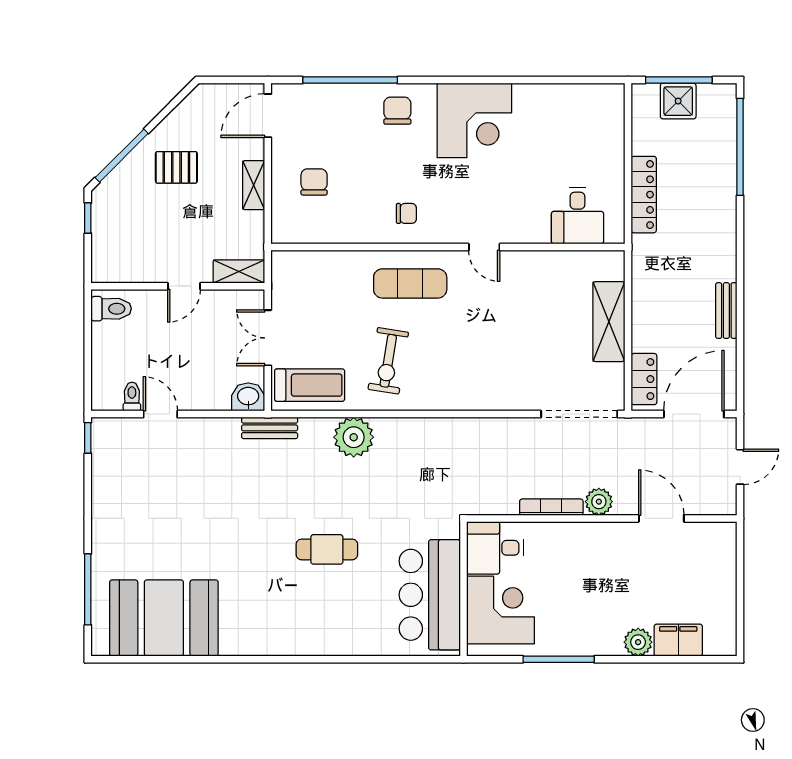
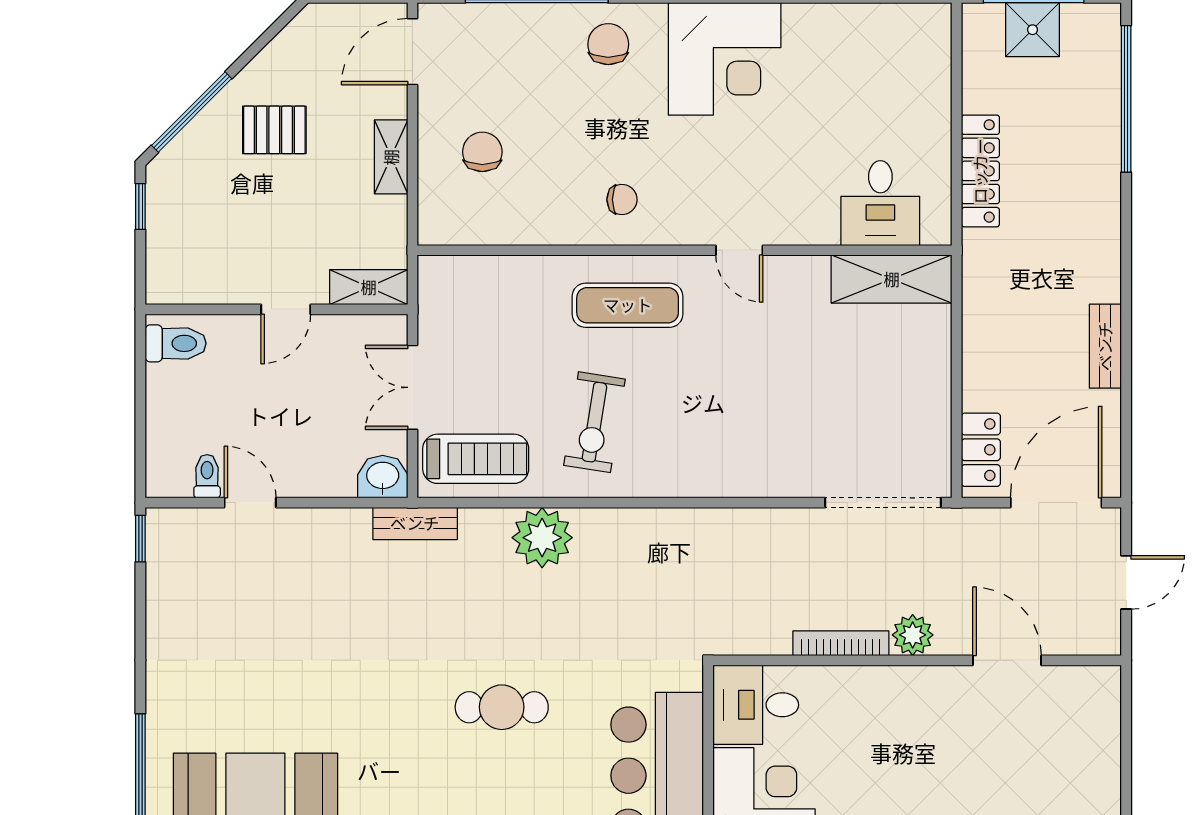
shelving: (609, 322) -> (892, 279), moved, turned 90

